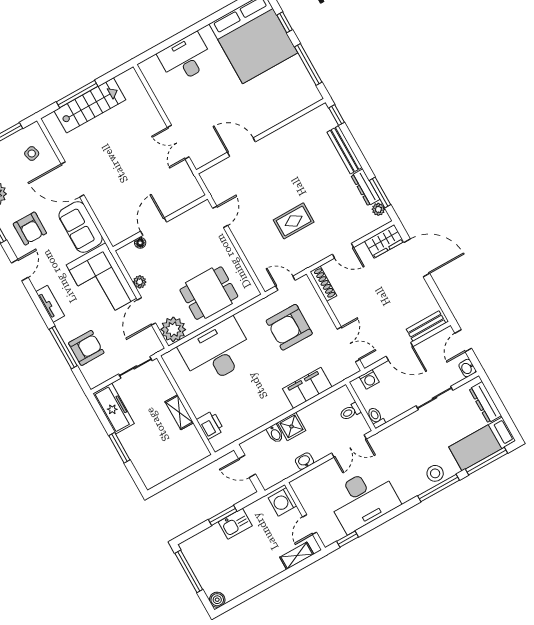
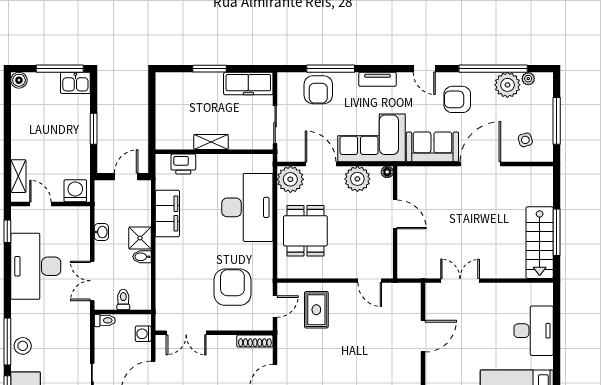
window: (77, 94) -> (557, 232), moved
stairs: (90, 105) -> (540, 243), moved
rug: (294, 221) -> (316, 310), moved
floor lamp: (140, 243) -> (387, 172), moved
plant: (140, 282) -> (357, 179), width x1.88, depth x1.88
filing cabinet: (307, 388) -> (167, 213), moved
bidet: (275, 434) -> (142, 257), moved
kitchen sink: (235, 524) -> (75, 83), moved, turned -90

